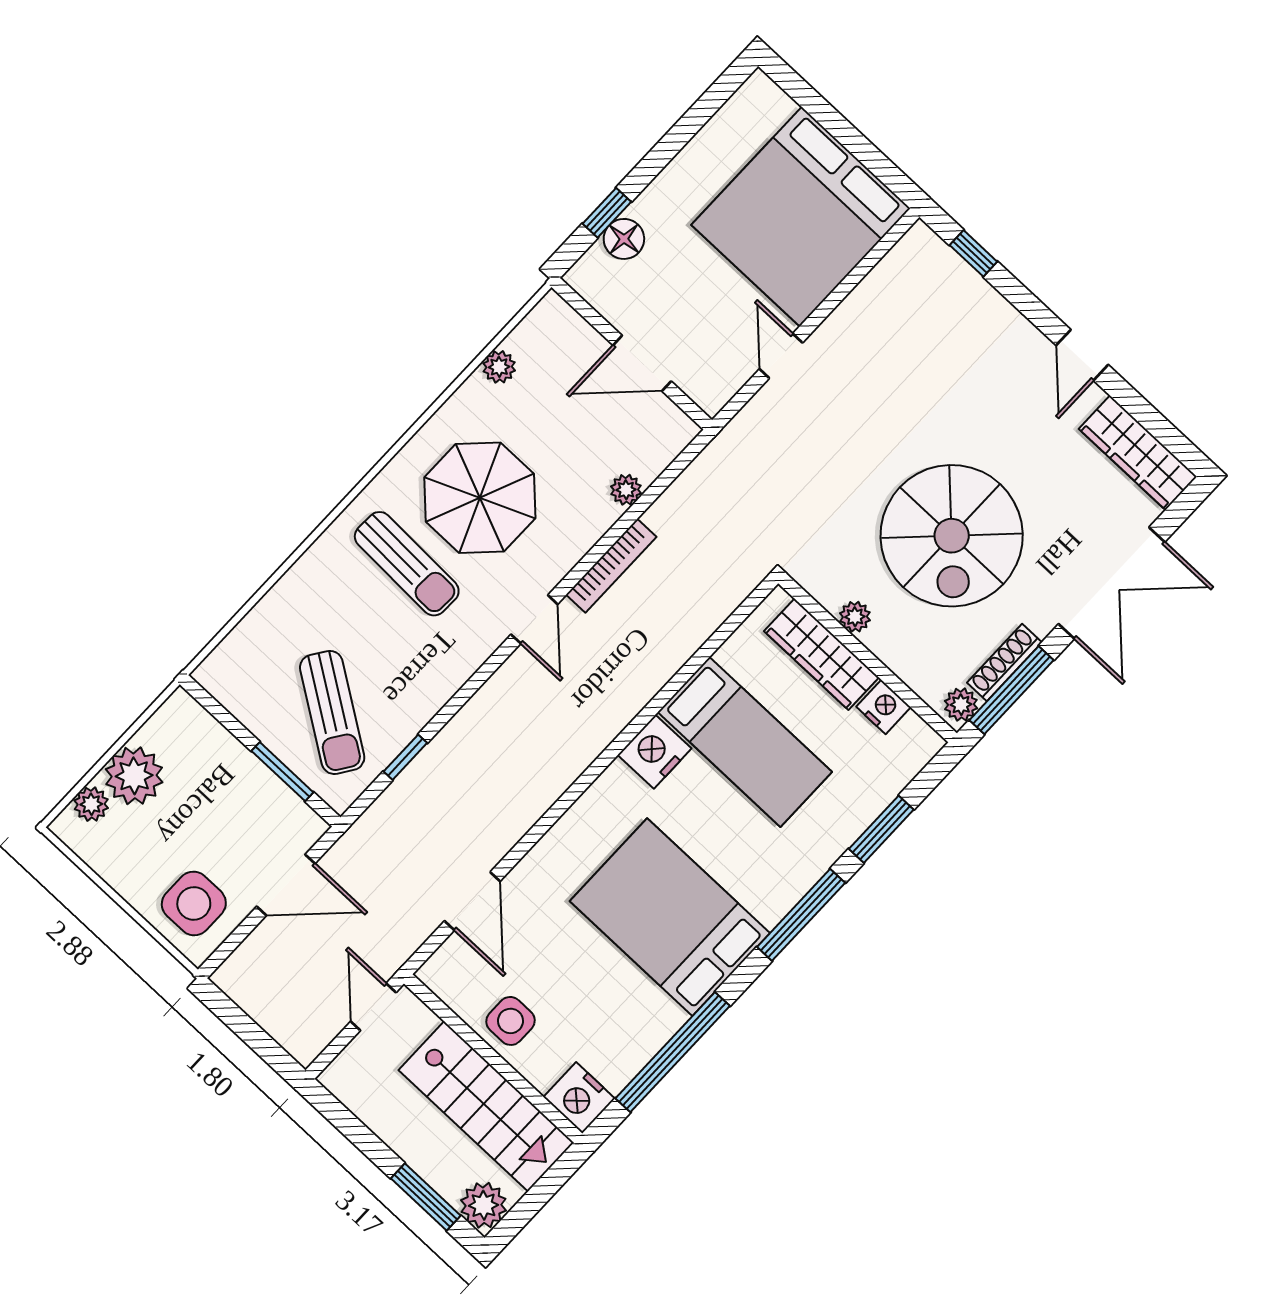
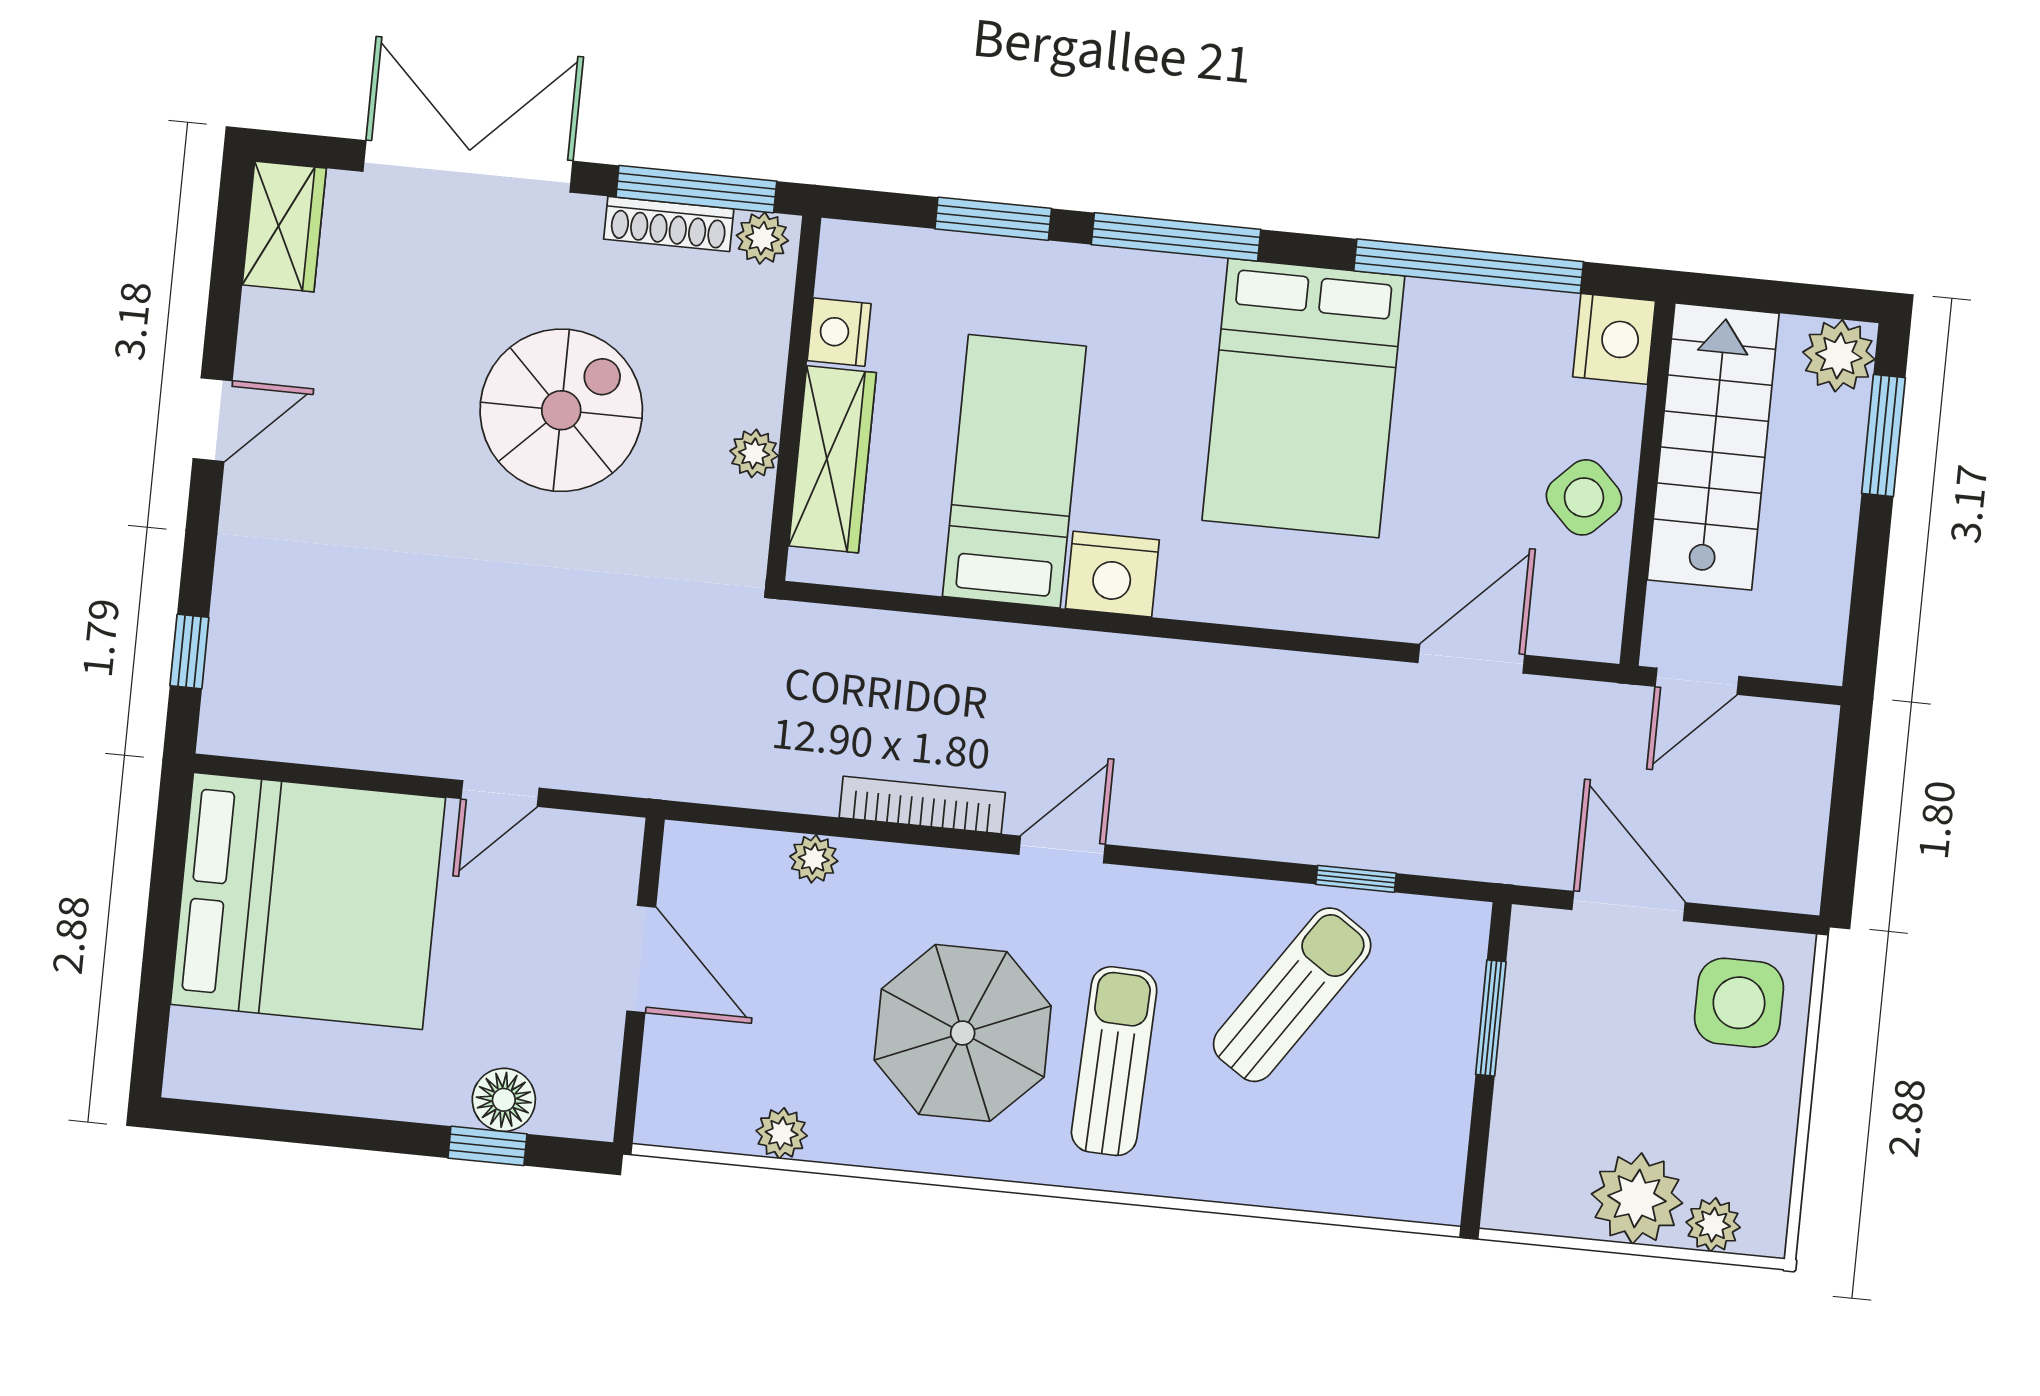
wardrobe: (1138, 453) -> (284, 227), width x0.67
spiral stairs: (952, 536) -> (561, 410), width x0.73, depth x0.73
sun lounger: (332, 712) -> (1292, 995), moved
side table: (510, 1021) -> (1584, 497), turned 45

